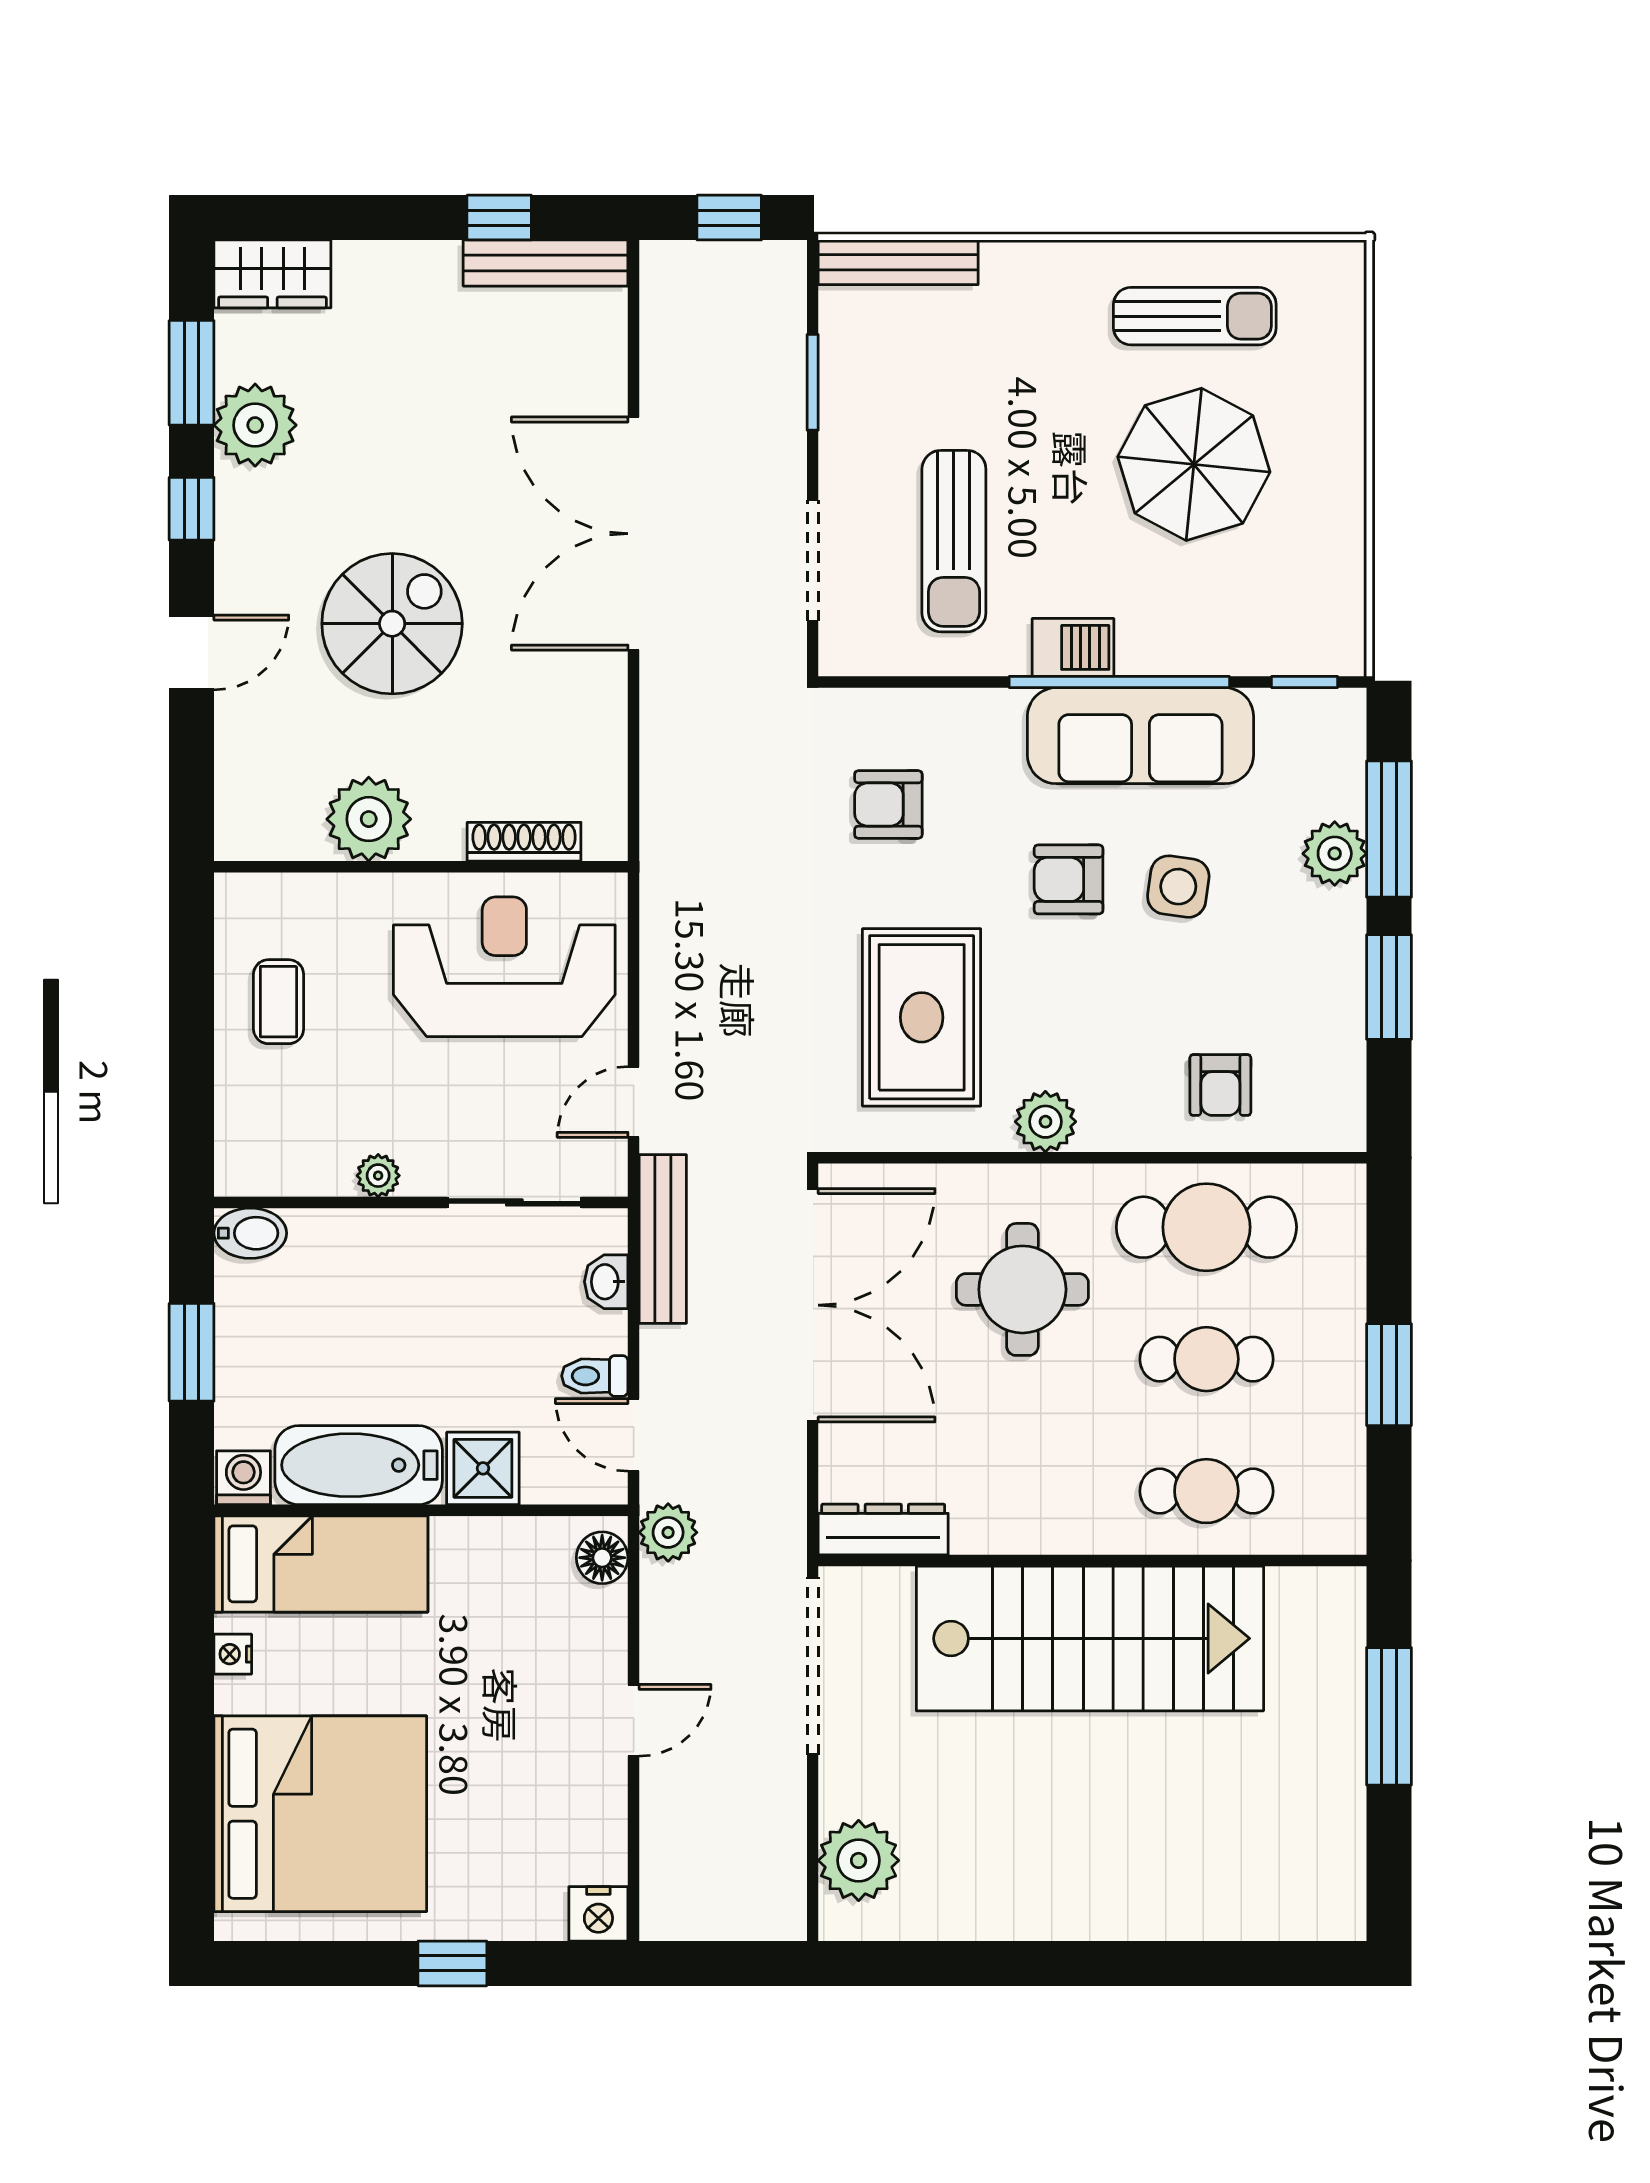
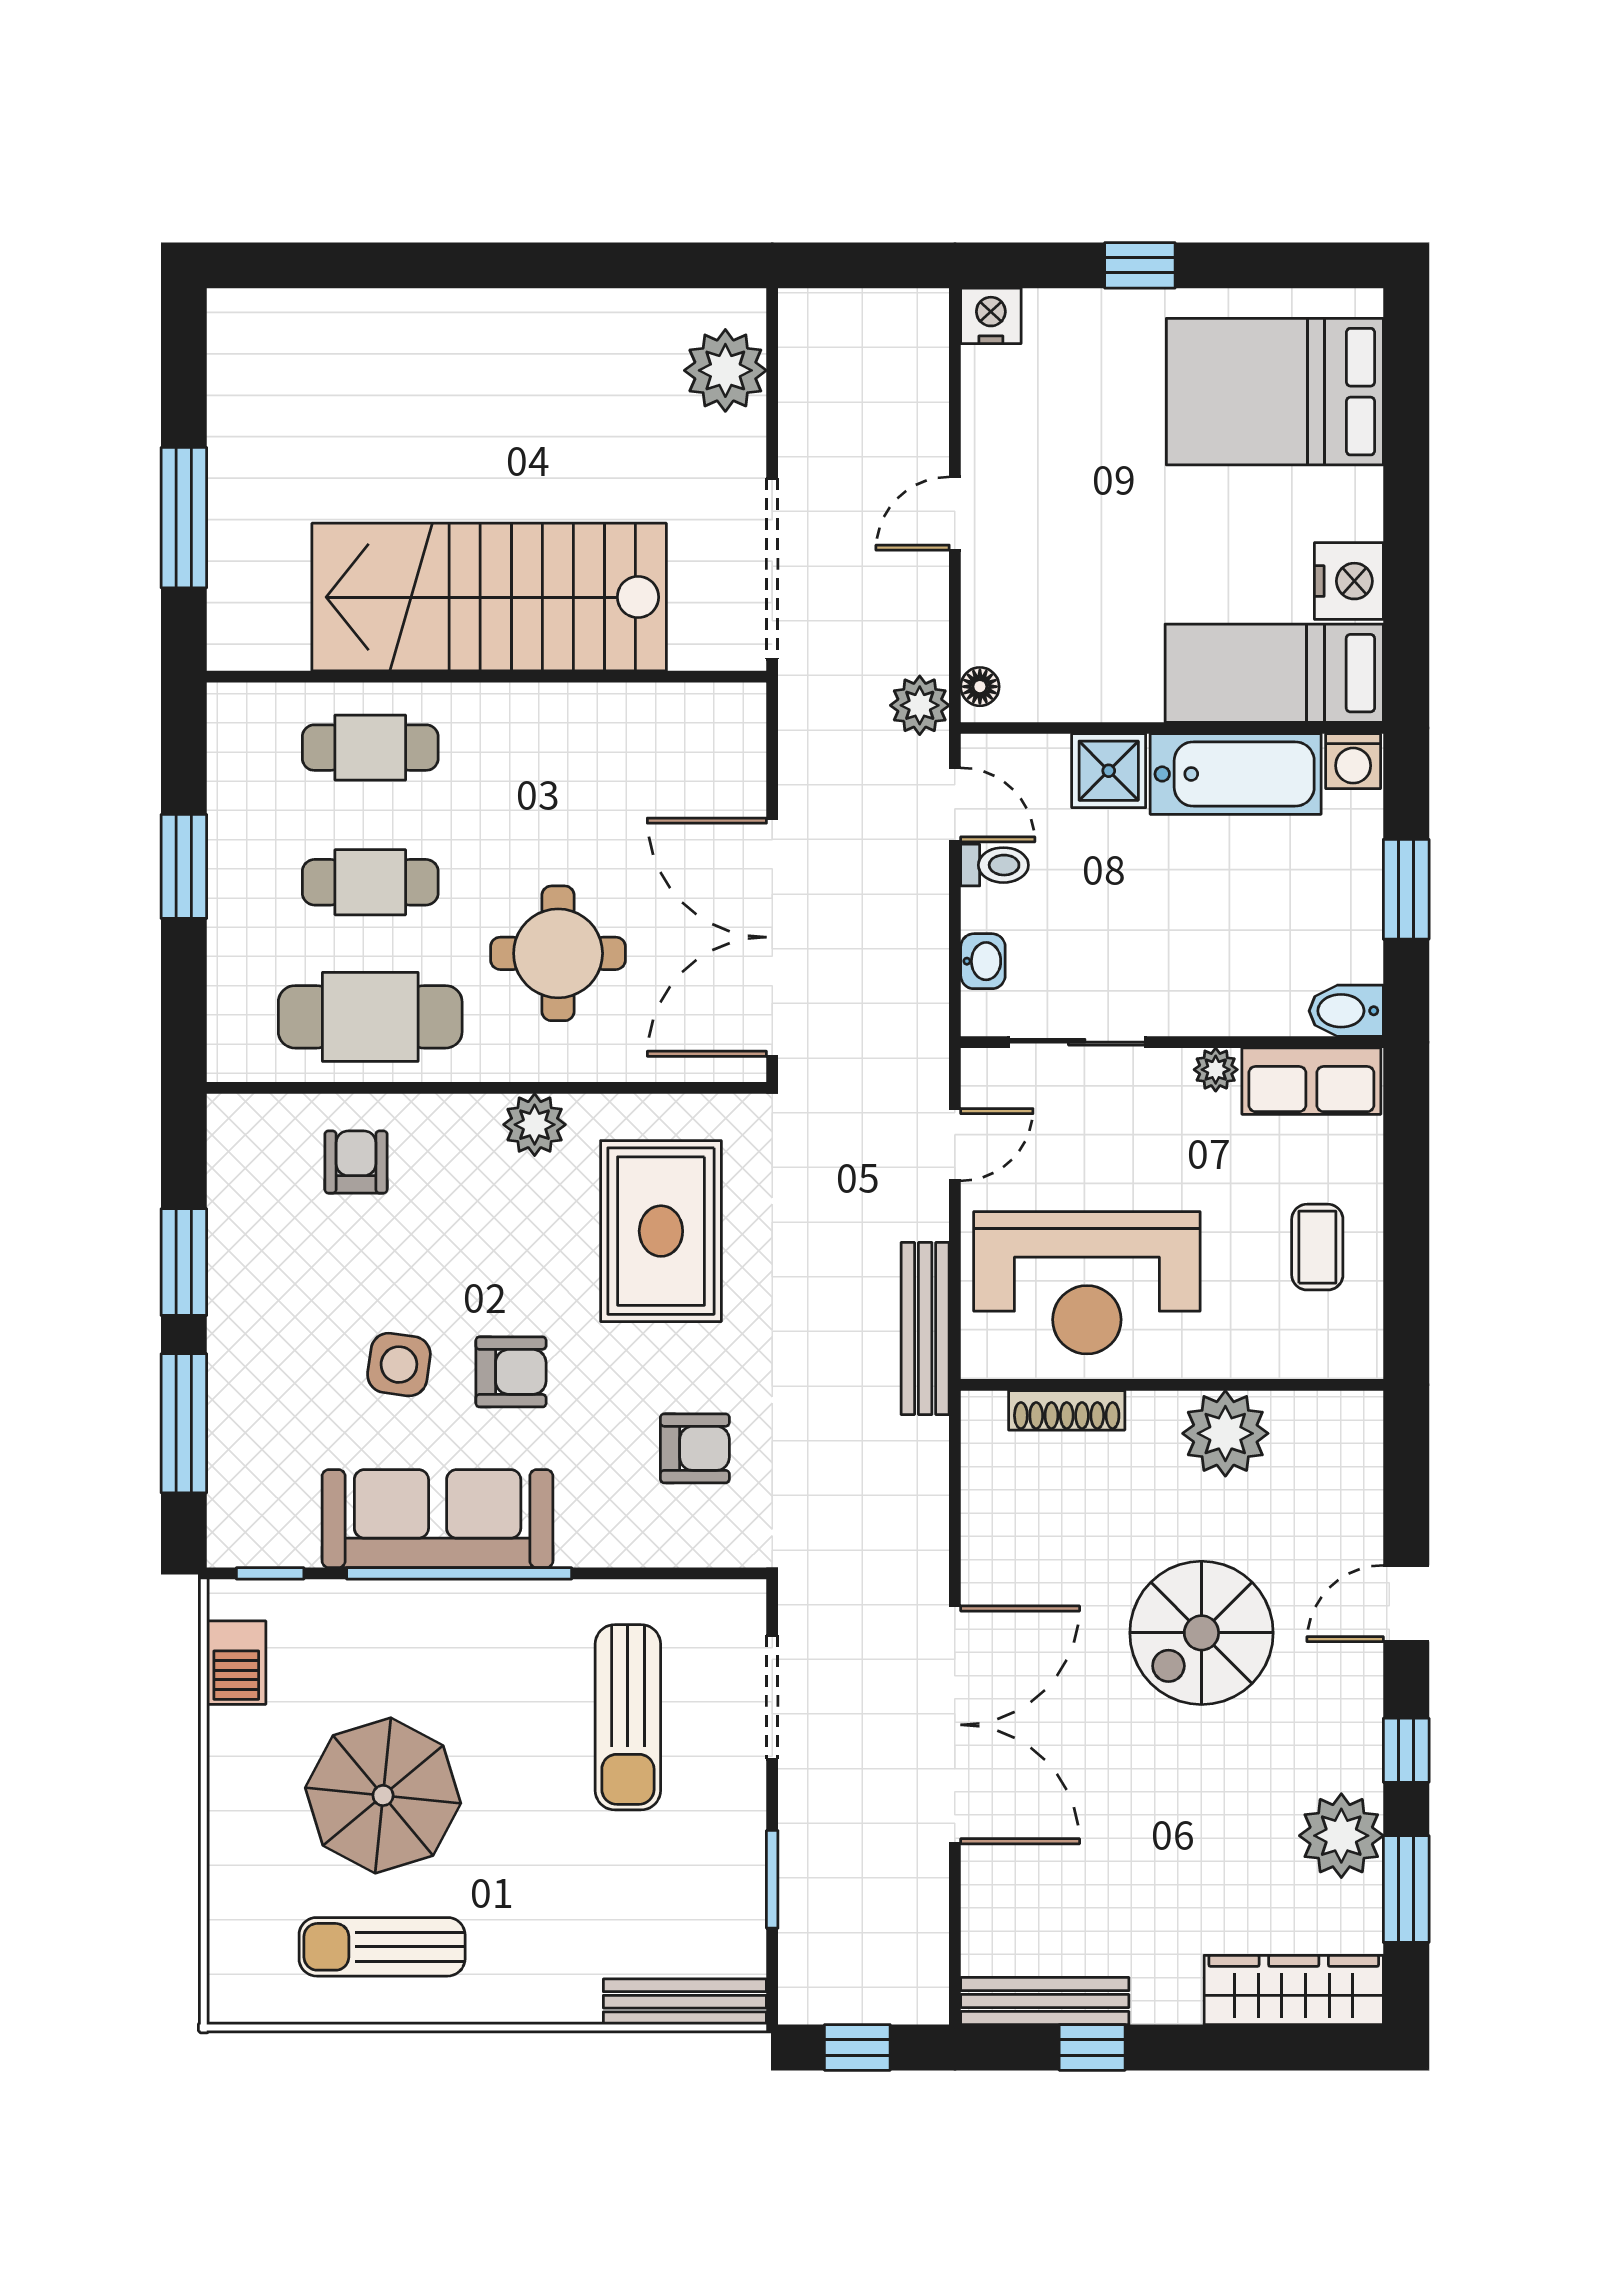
wardrobe: (272, 274) -> (1294, 1990), width x1.50
sun lounger: (954, 541) -> (628, 1717), turned 180
barbecue: (1073, 647) -> (236, 1663), moved, turned -90
plant: (1335, 854) -> (239, 1398), removed
row of seats: (284, 1164) -> (1311, 1081), added
bench: (663, 1239) -> (925, 1328), moved
dresser: (883, 1530) -> (700, 708), removed
floor lamp: (602, 1558) -> (980, 687), width x0.73, depth x0.73
nightstand: (233, 1654) -> (1349, 581), width x1.89, depth x1.79
bed: (320, 1814) -> (1275, 392), width x0.73

